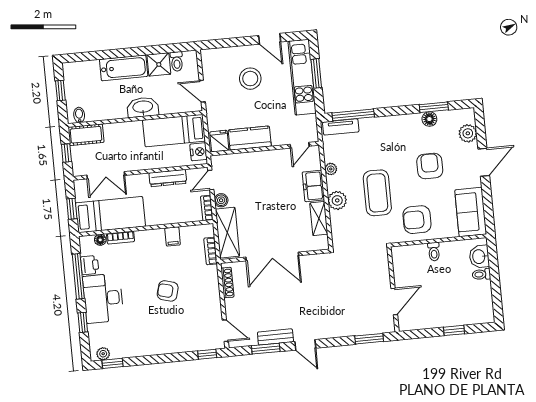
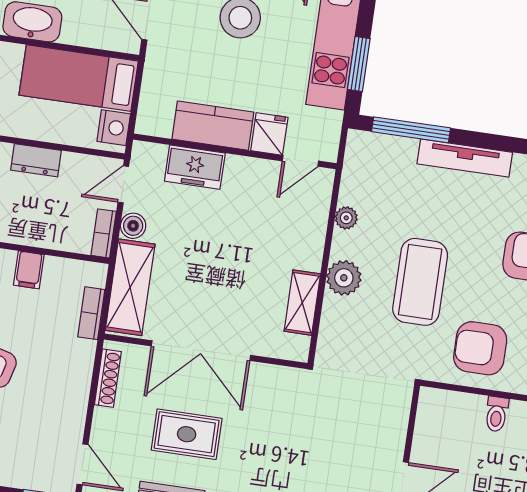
window: (316, 73) -> (359, 64), moved
tv unit: (341, 127) -> (465, 158), moved, width x1.41
fridge: (219, 141) -> (269, 134), moved
dresser: (168, 178) -> (36, 160), width x0.70
freezer: (313, 186) -> (195, 167), moved, turned -90
rug: (275, 302) -> (187, 434), added

